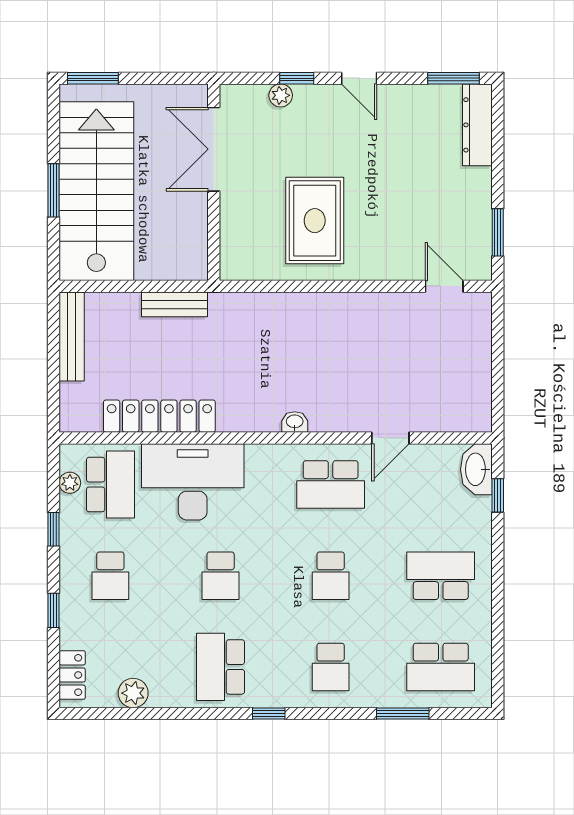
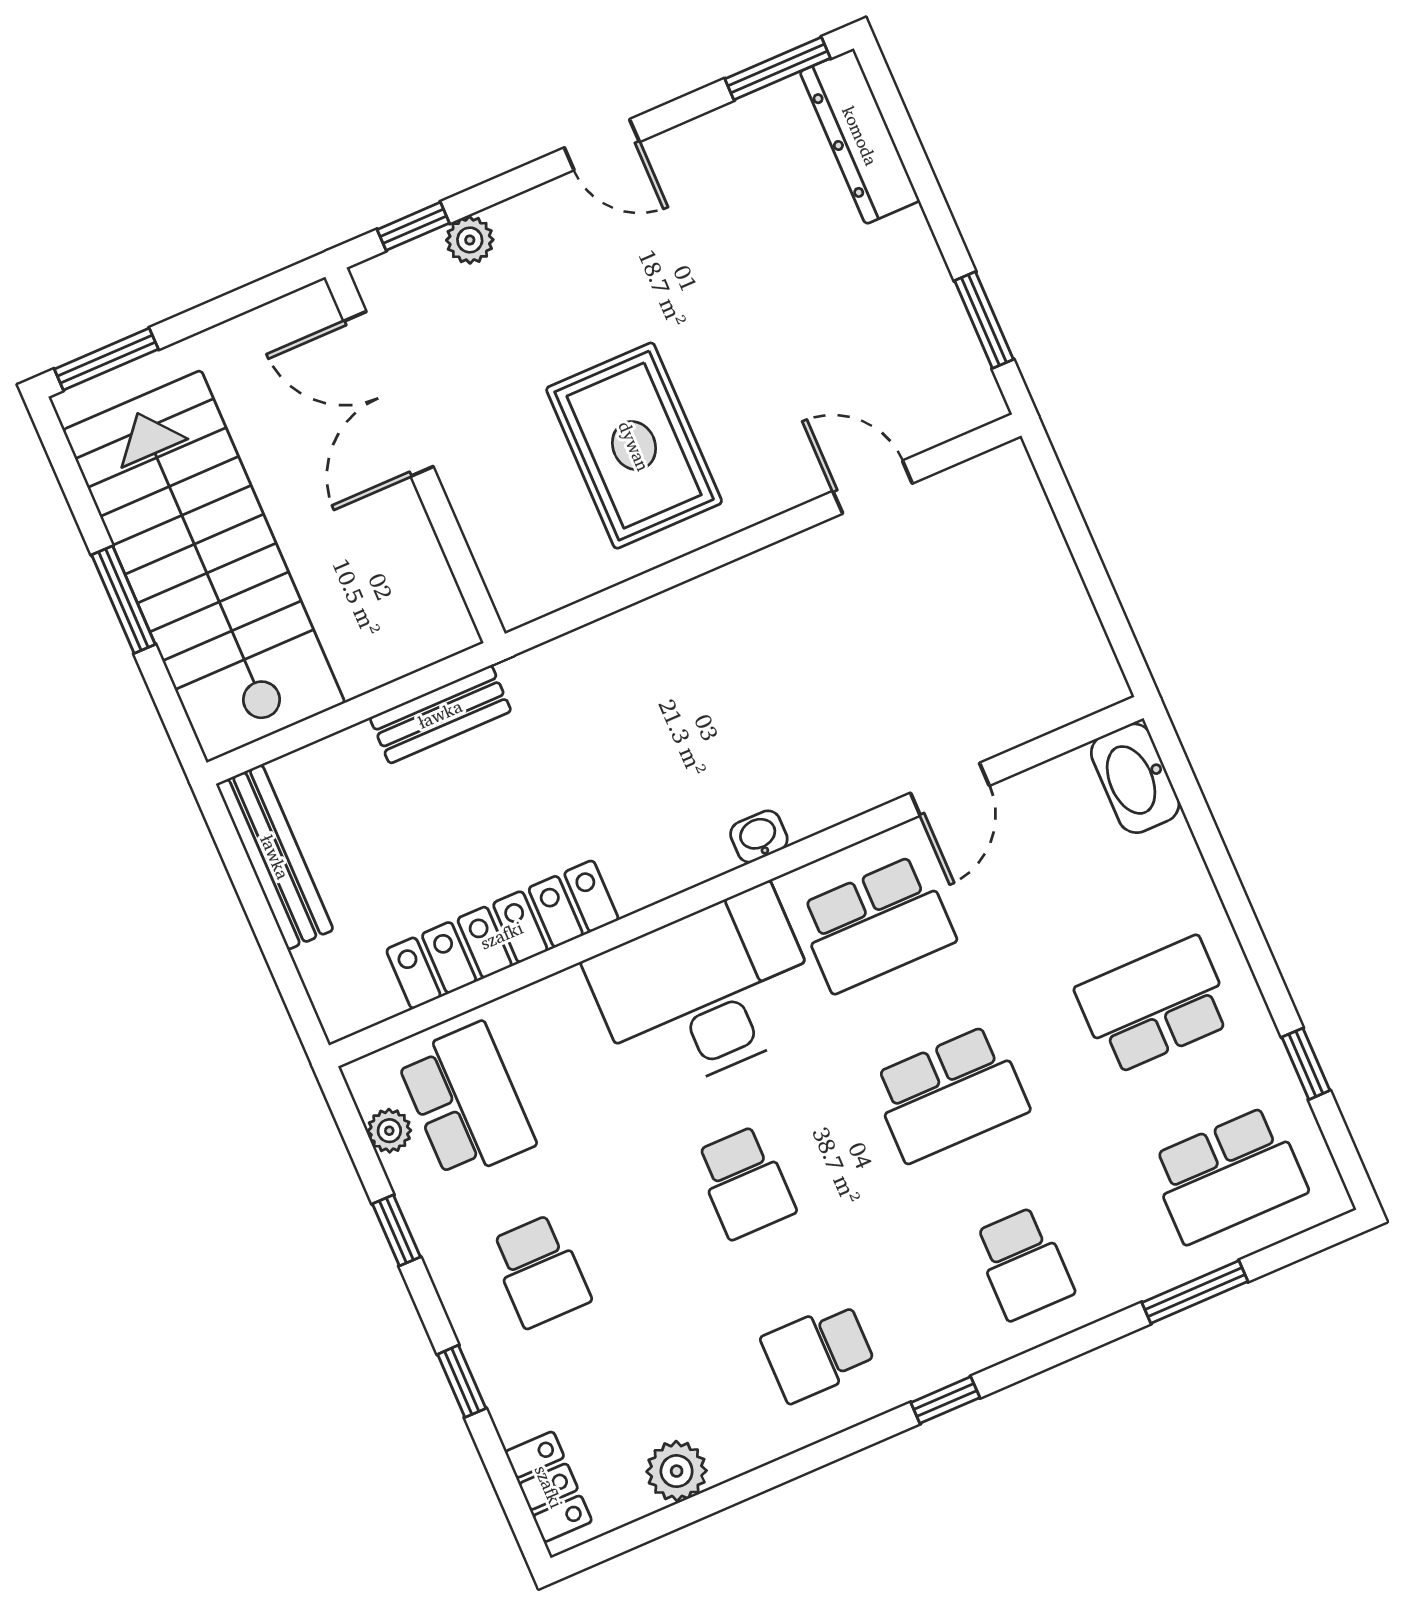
window: (297, 78) -> (413, 226), moved
door: (444, 286) -> (873, 487), moved
desk: (193, 482) -> (706, 992), moved
window: (498, 495) -> (1306, 1064), moved
school desk: (331, 576) -> (950, 1094), width x1.85
school desk: (221, 667) -> (818, 1352), width x0.54

